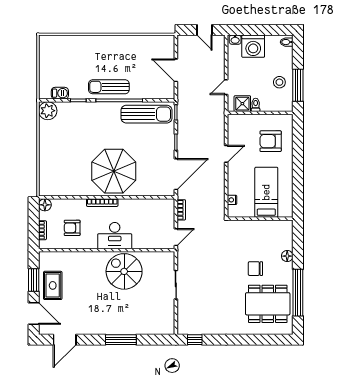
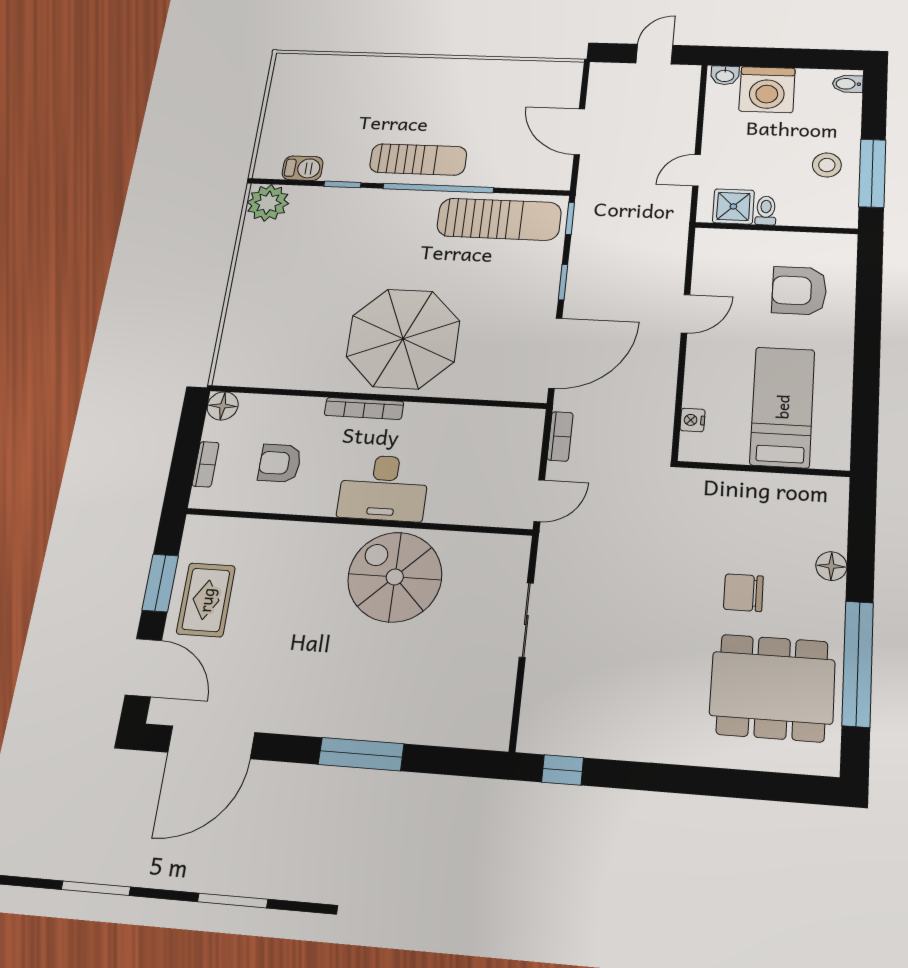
door: (204, 30) -> (654, 54), swing flipped
sun lounger: (109, 87) -> (418, 159), turned 180
door: (65, 340) -> (211, 742), width x1.36

